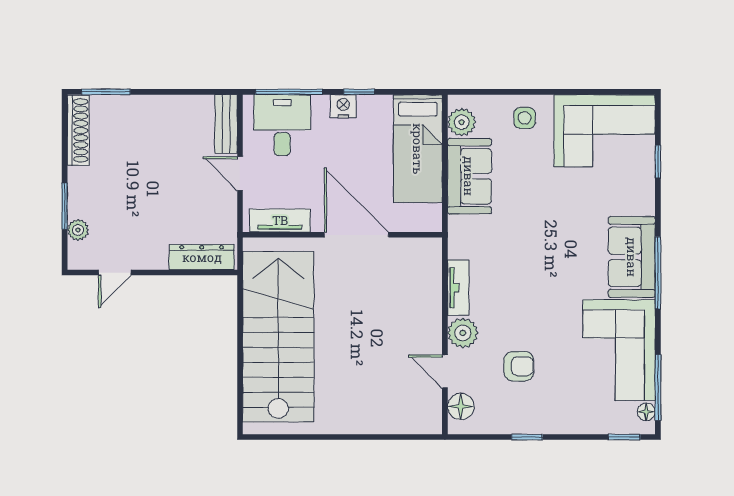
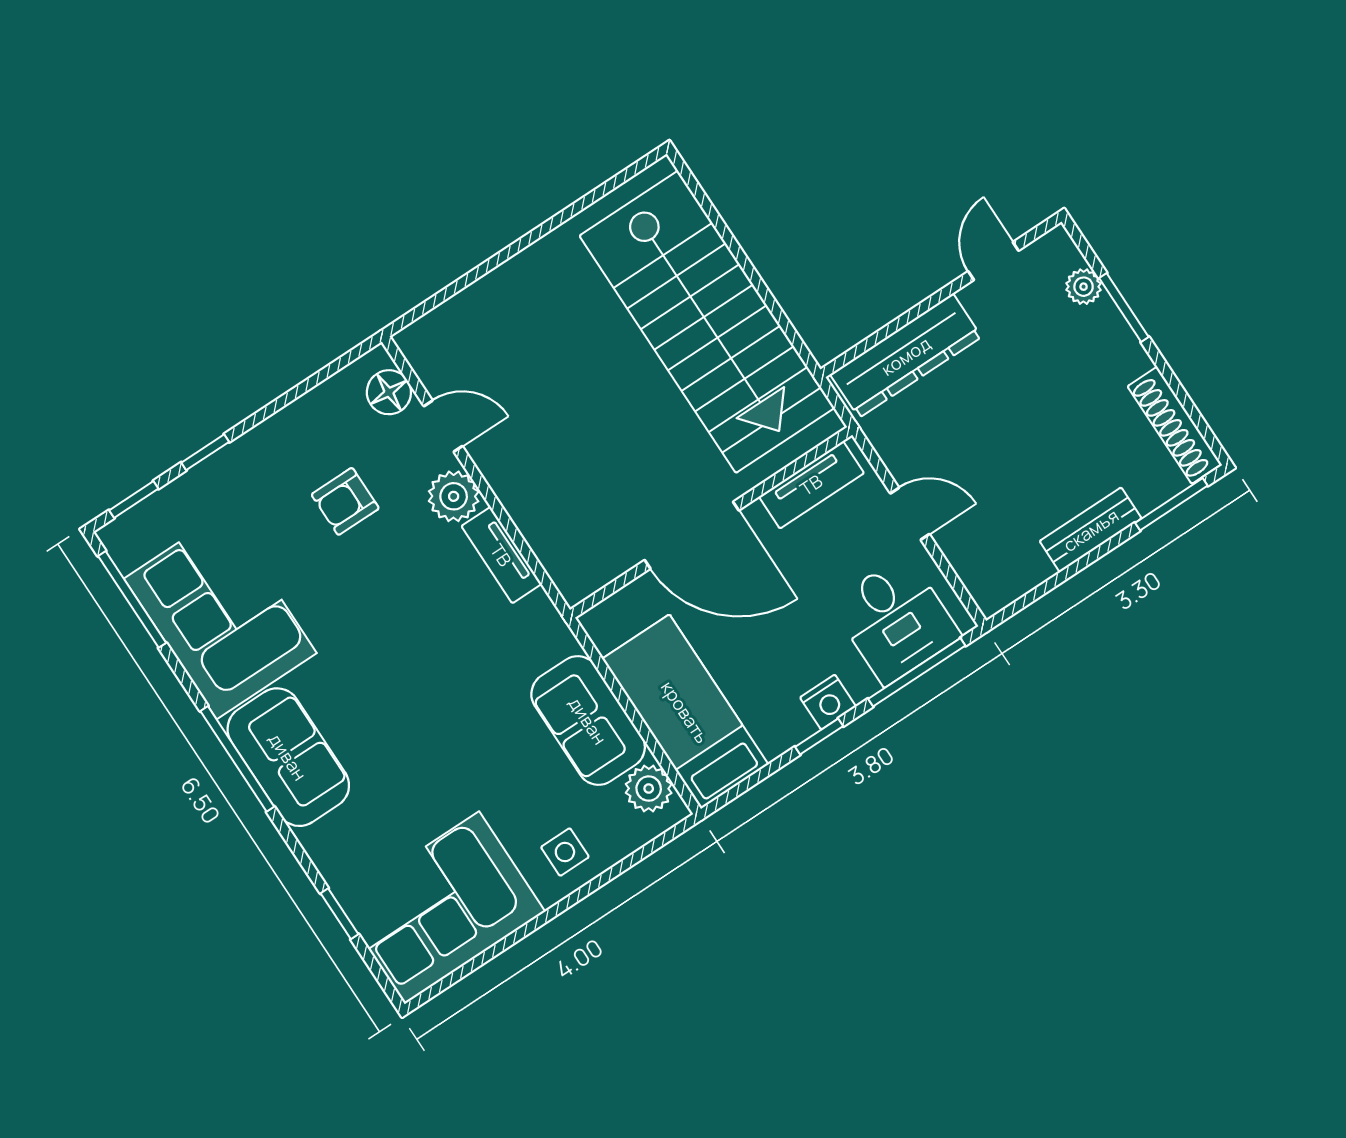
bench: (226, 124) -> (1091, 530), moved, turned 90
dresser: (202, 257) -> (906, 356), width x1.37, depth x1.24
floor lamp: (646, 412) -> (126, 555), removed
window: (527, 437) -> (205, 452), moved

